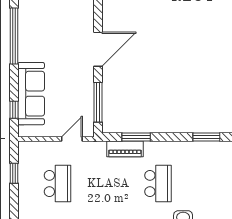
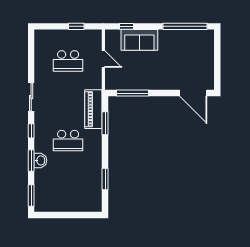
door: (98, 49) -> (193, 93), moved
sofa: (31, 94) -> (139, 40), width x0.73
door: (72, 139) -> (103, 59), moved
piano: (125, 149) -> (93, 109), width x1.37, depth x1.33

